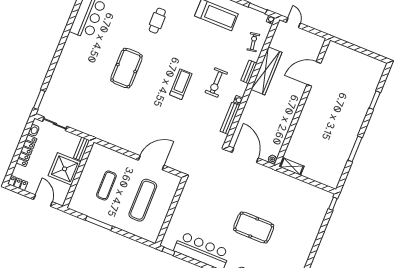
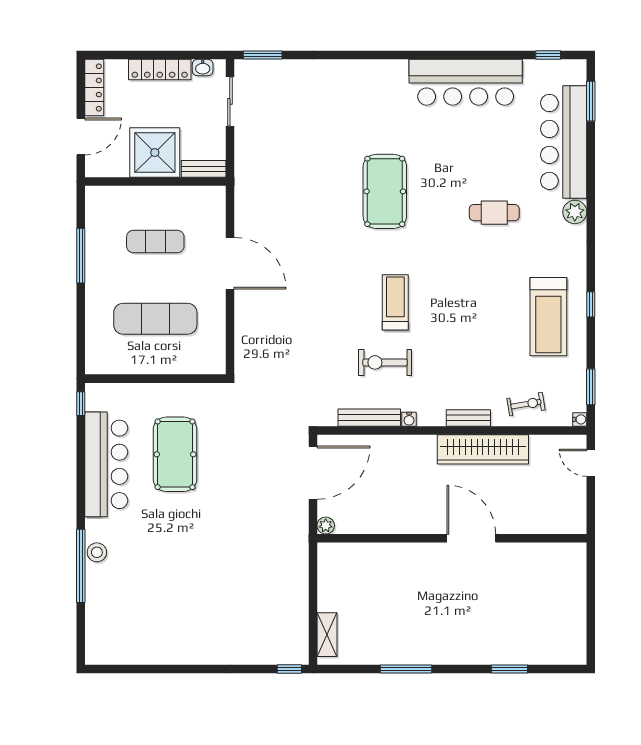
door: (293, 23) -> (591, 463), swing flipped
pool table: (126, 68) -> (385, 191), turned 90
door: (314, 74) -> (471, 538), moved
exercise bike: (216, 82) -> (385, 362), moved
treadmill: (181, 84) -> (395, 302), turned -90
door: (151, 163) -> (230, 263), moved
shelving: (292, 167) -> (327, 635), moved
locker: (18, 183) -> (94, 88), width x1.53
pool table: (254, 227) -> (175, 454), moved

